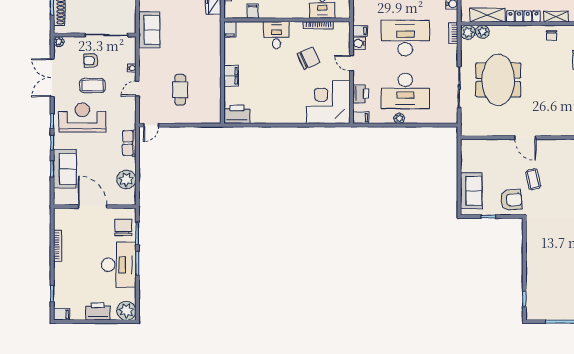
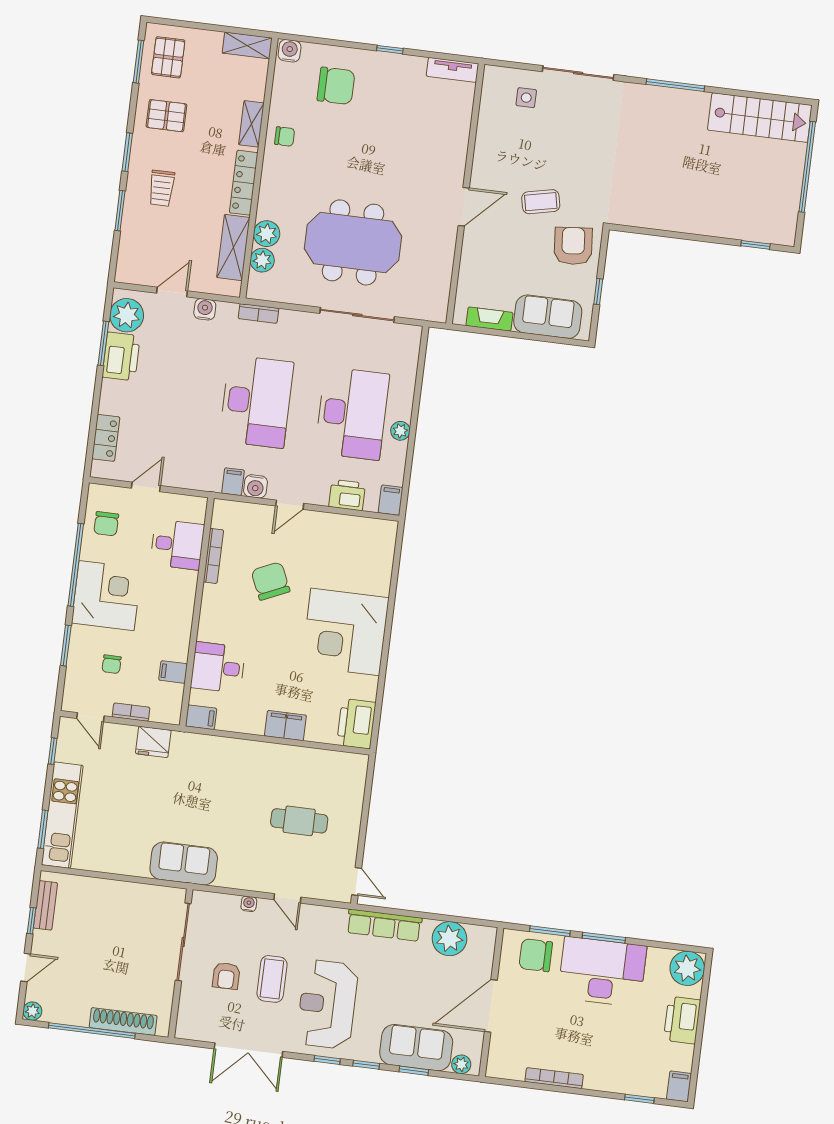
plant: (468, 32) -> (267, 234), moved
desk: (276, 35) -> (218, 667), moved
desk: (405, 38) -> (256, 402), turned 180
plant: (59, 42) -> (461, 1064), moved
corner desk: (328, 102) -> (345, 632), moved
row of seats: (129, 143) -> (384, 925), width x1.48
fireplace: (466, 159) -> (489, 319), added

